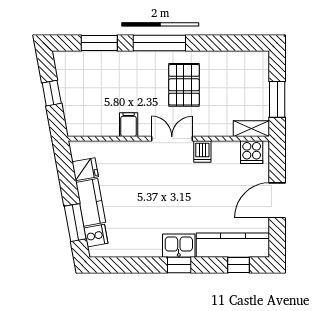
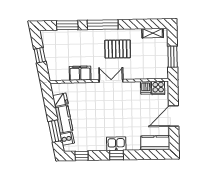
pallet: (184, 85) -> (118, 49), turned 90
filing cabinet: (129, 125) -> (80, 73), width x2.00
shelving: (251, 129) -> (153, 33), moved
dishwasher: (202, 152) -> (146, 88), moved
kitchen counter: (233, 245) -> (155, 143), width x0.67
window: (239, 265) -> (82, 156), moved

